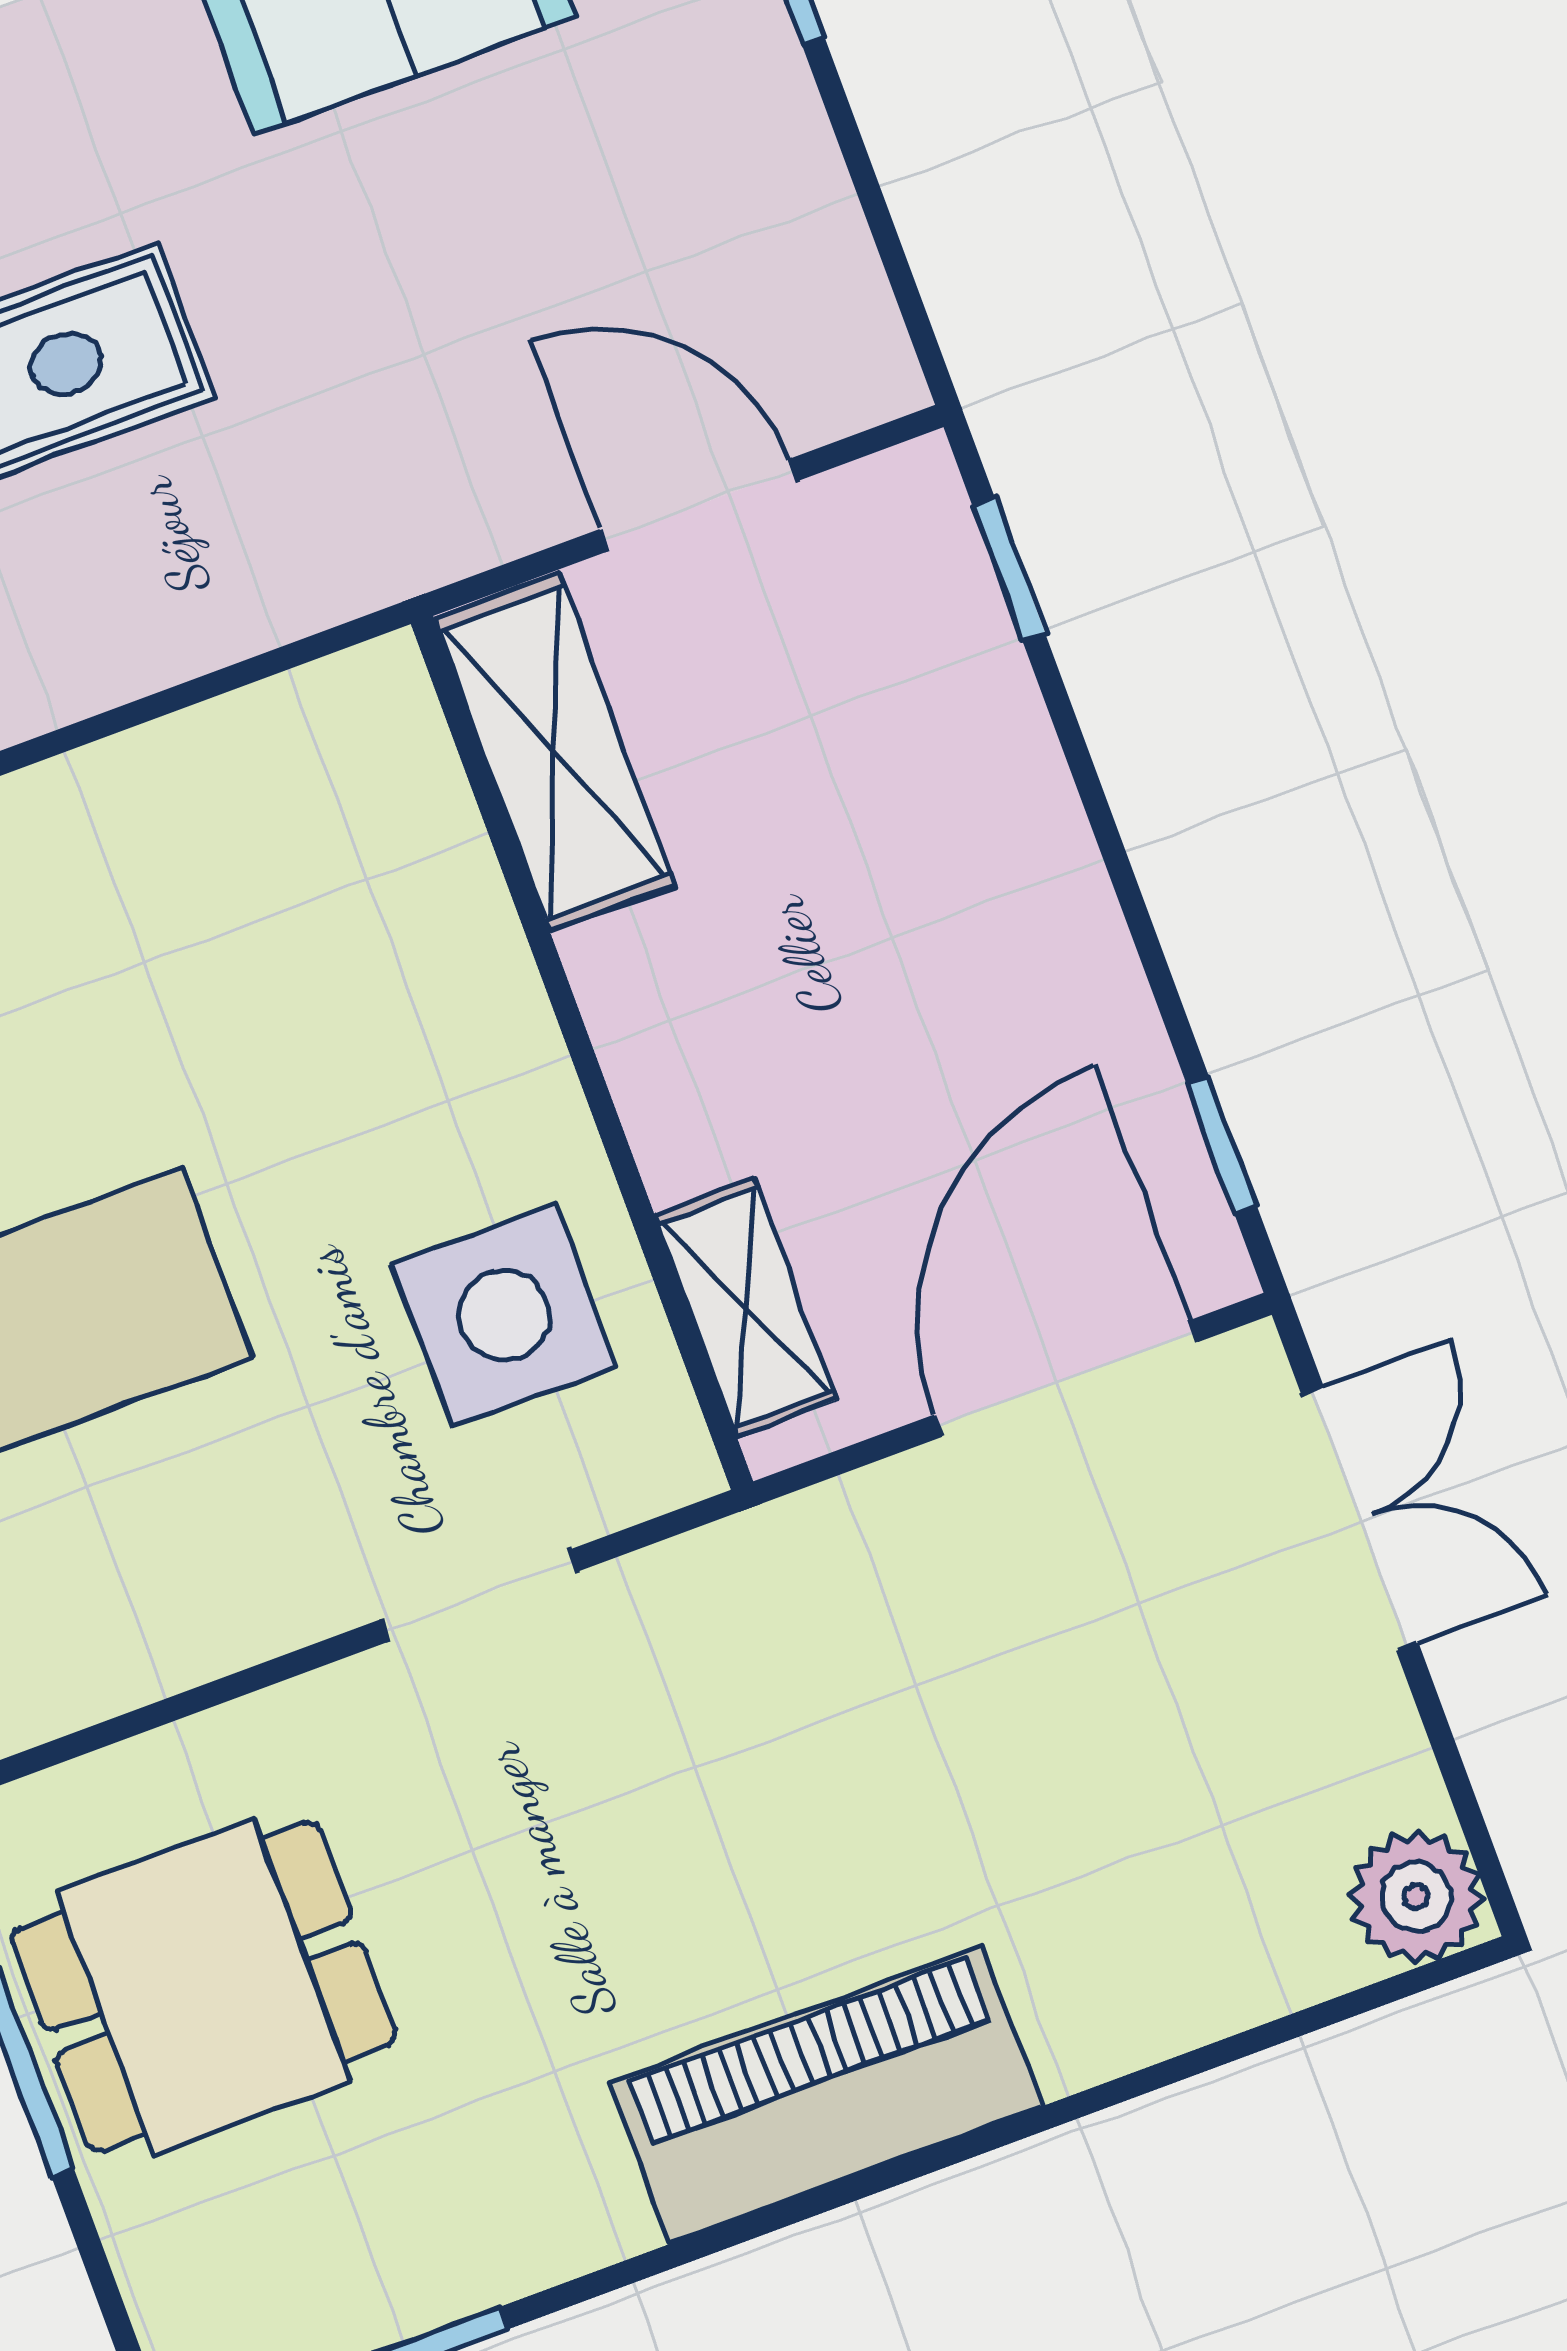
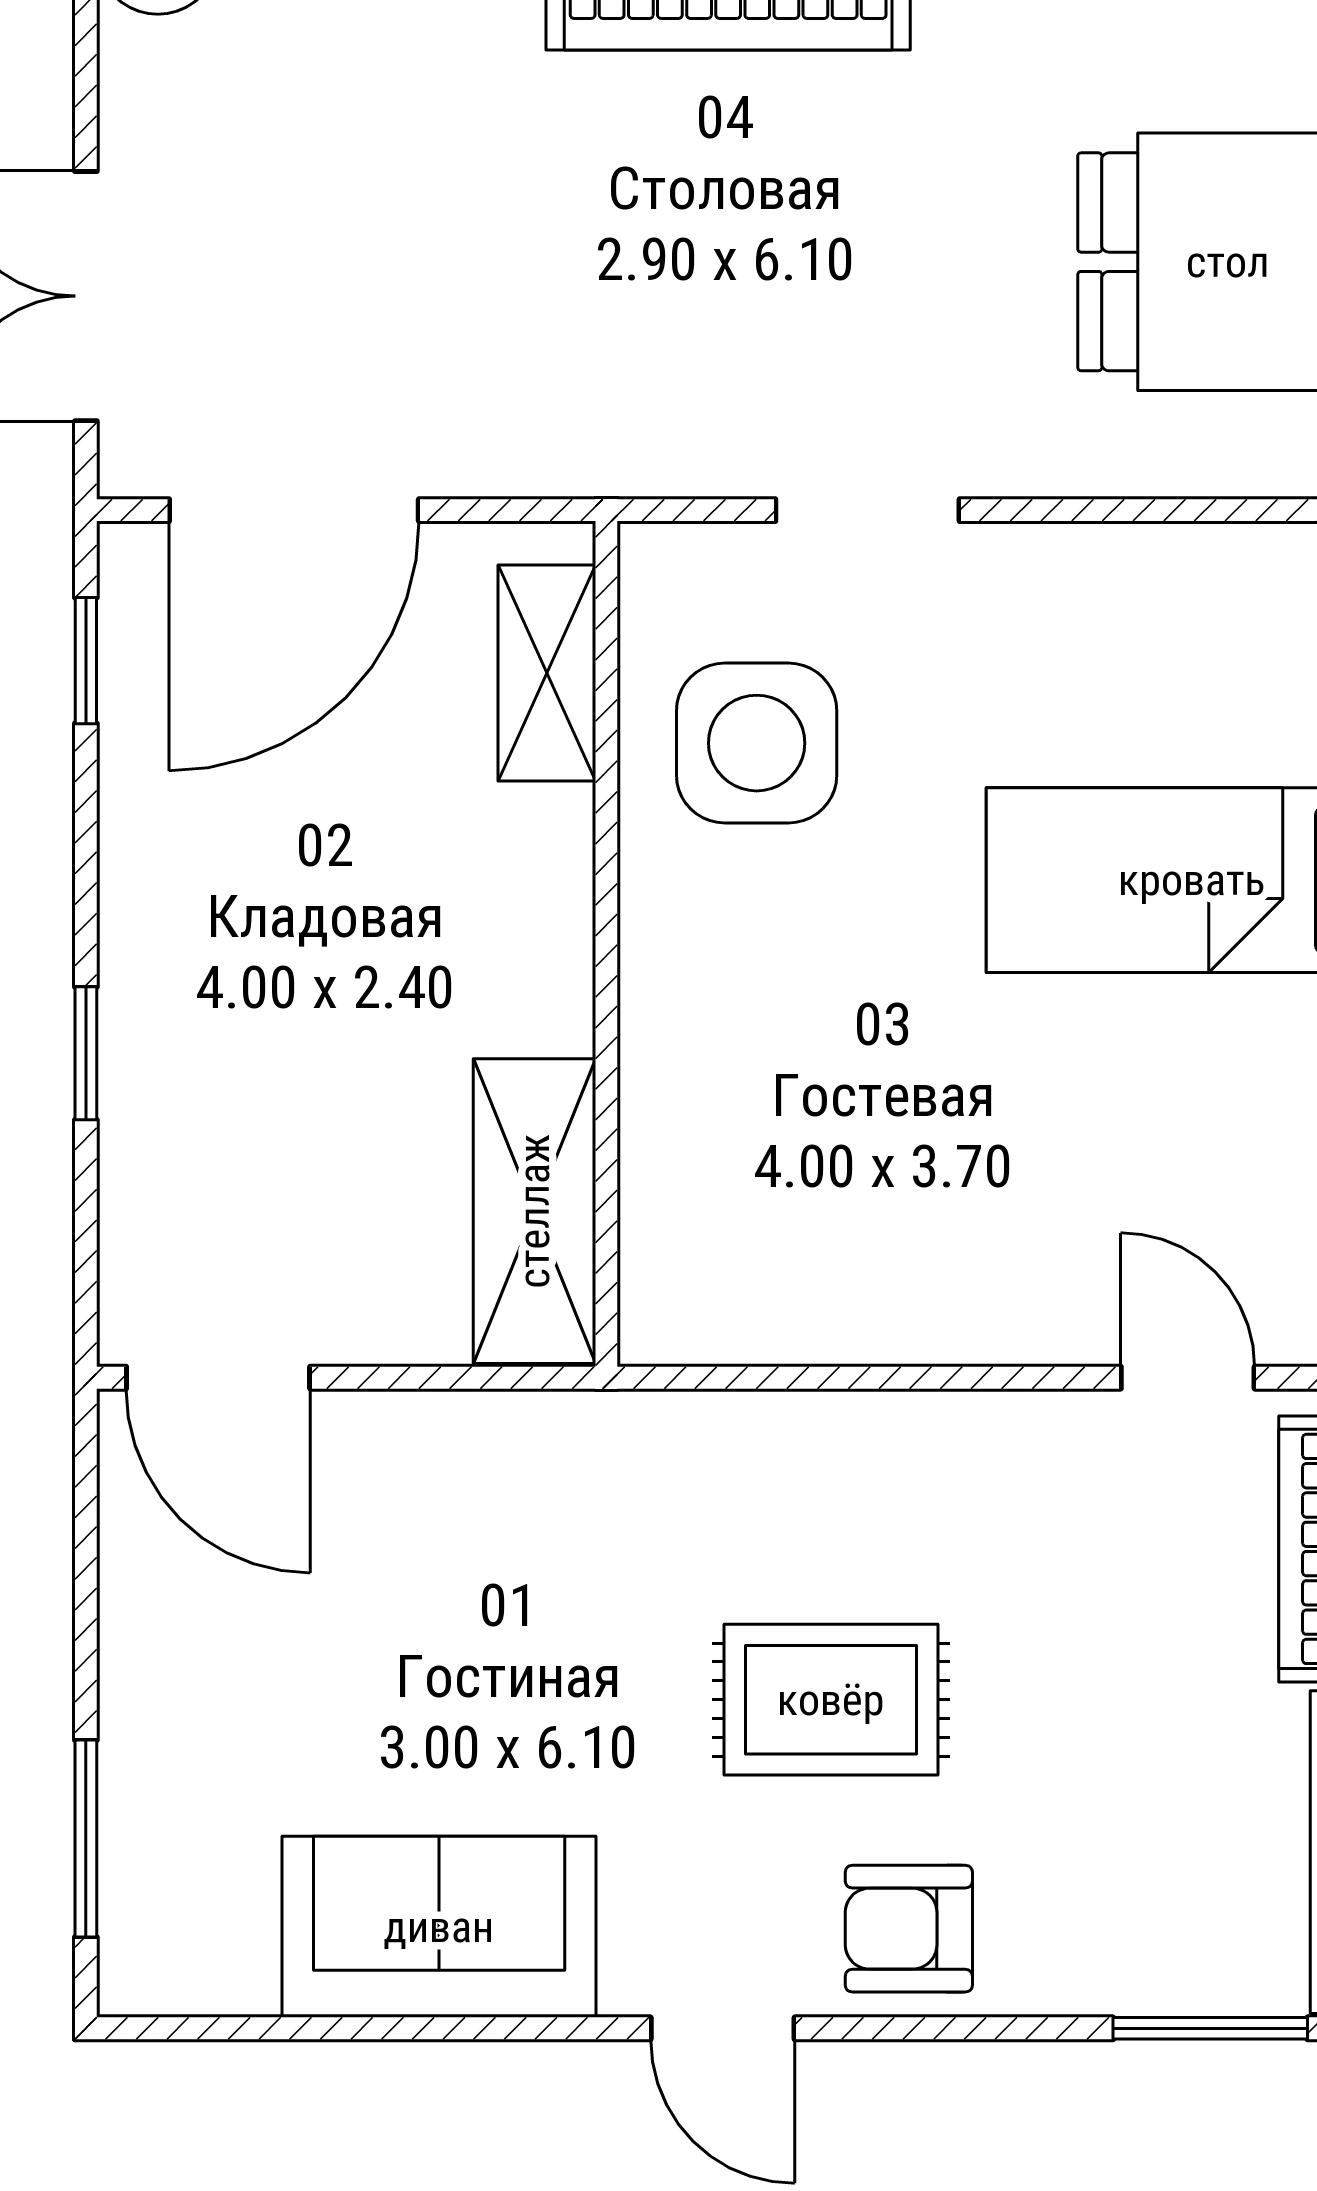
door: (698, 505) -> (218, 1378), moved
window: (1009, 569) -> (86, 1053), moved

